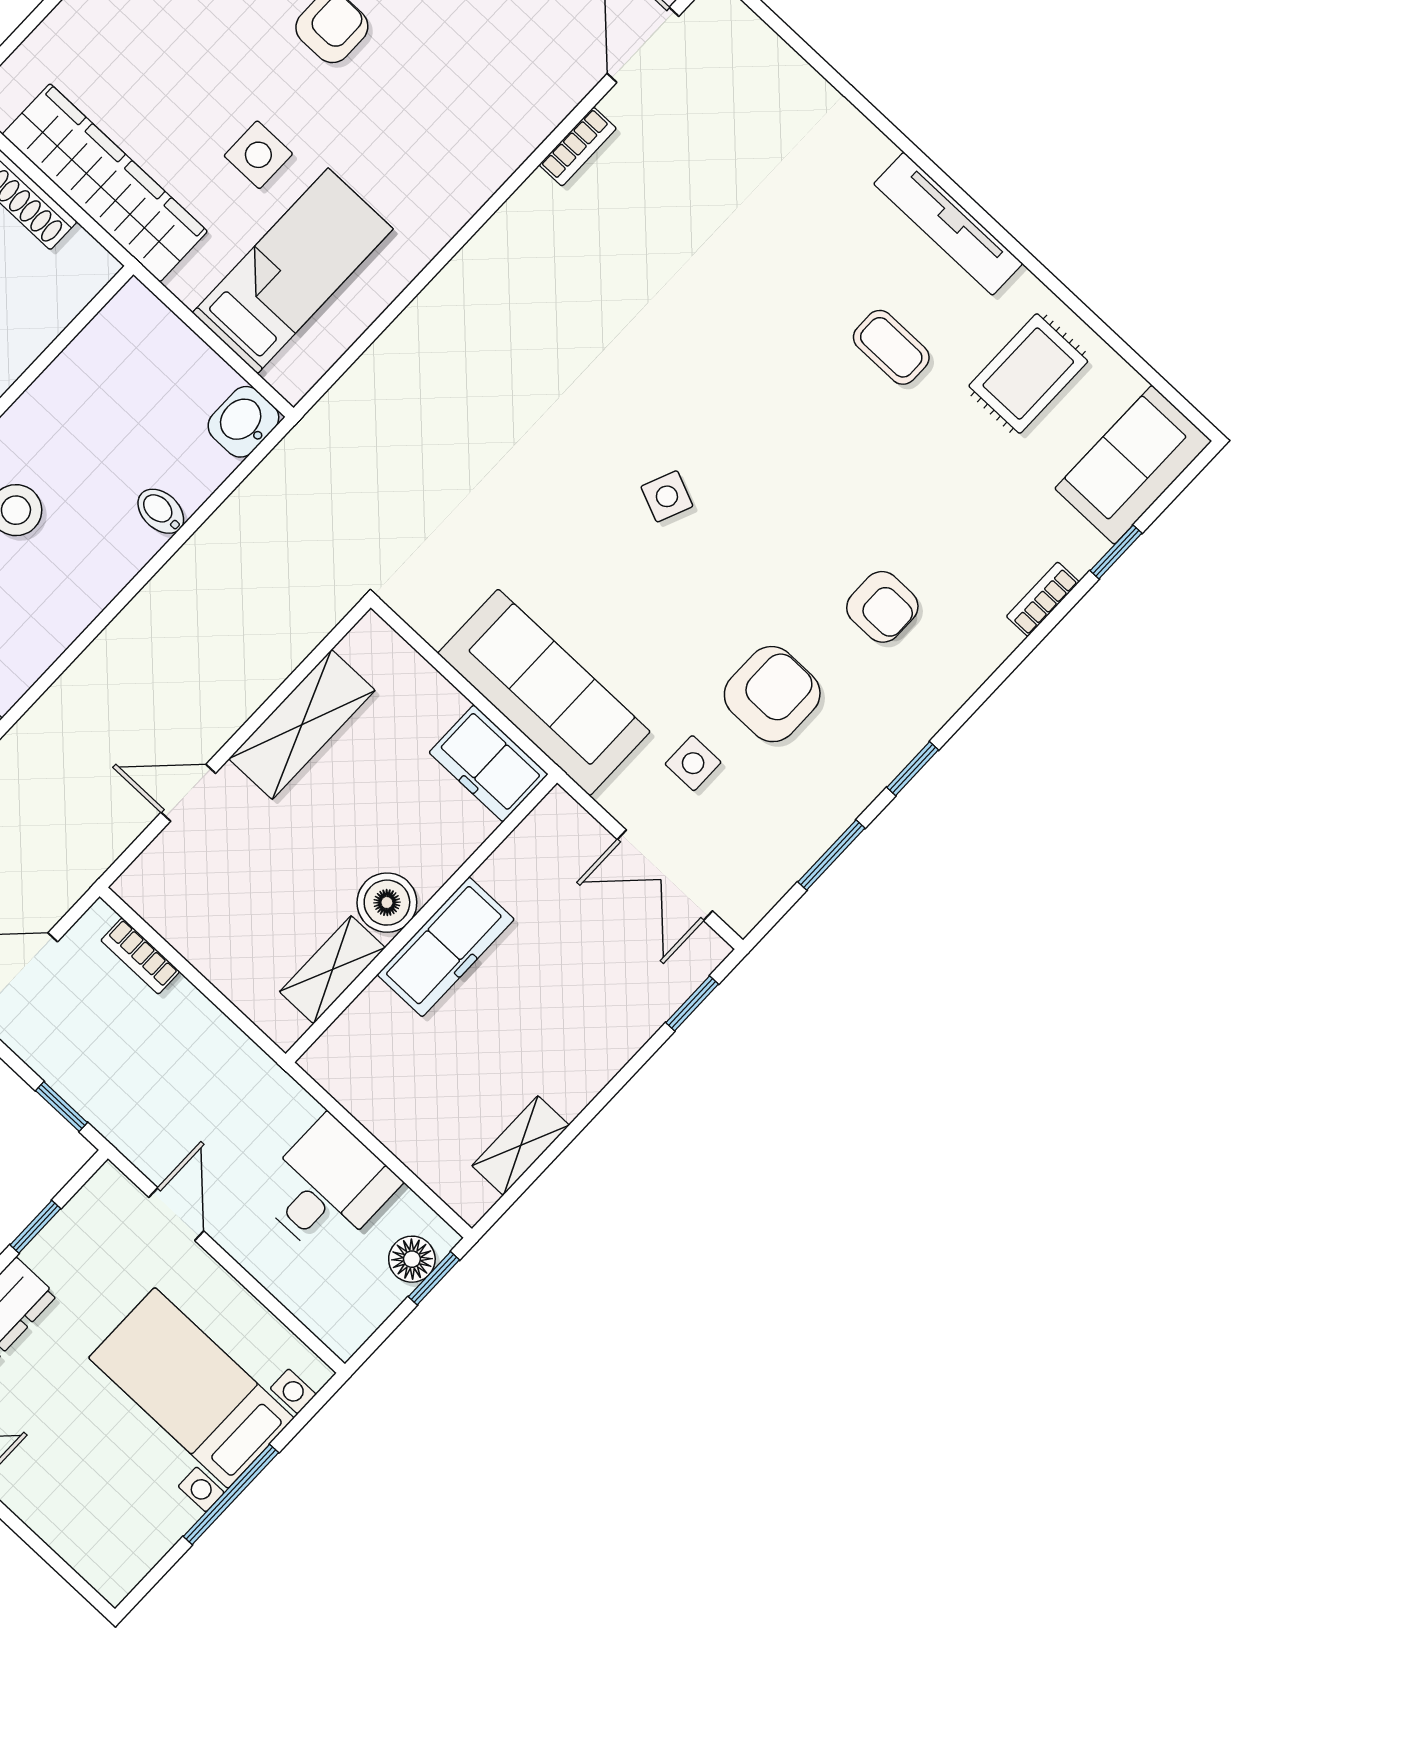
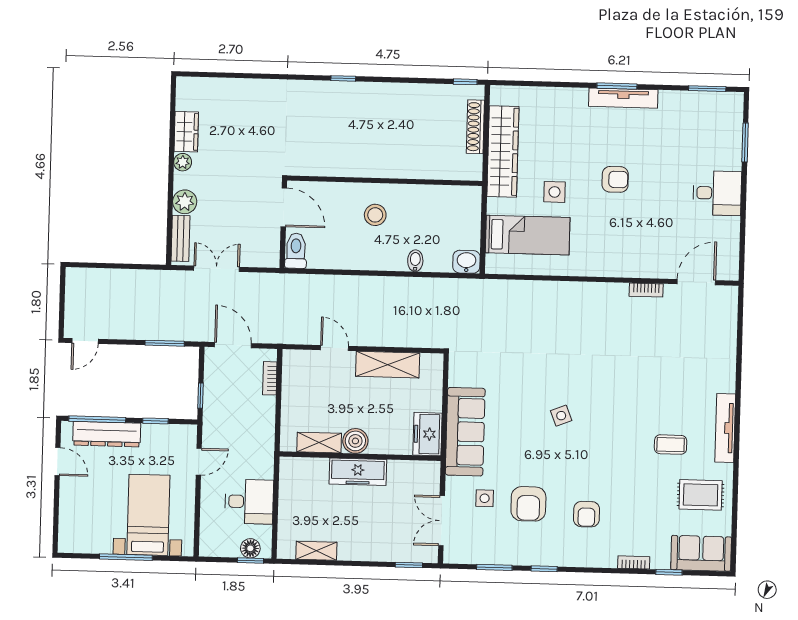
coffee table: (891, 347) -> (671, 445), turned 90
side table: (667, 496) -> (561, 416), turned 45
armchair: (772, 694) -> (528, 504), turned 90

